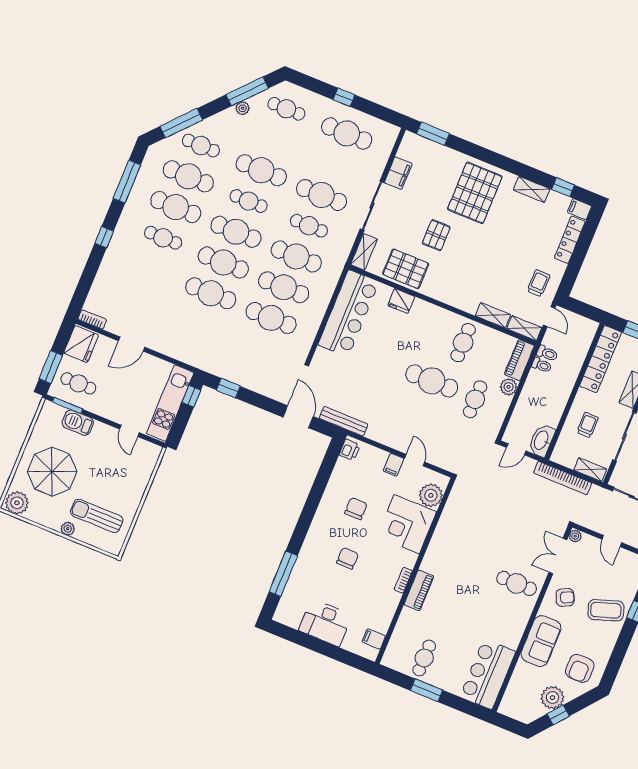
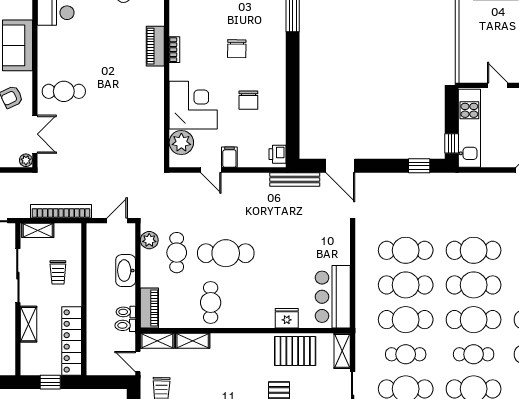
bar counter: (348, 313) -> (333, 297), width x0.73
plant: (509, 387) -> (149, 240), moved
washbasin: (542, 440) -> (126, 271), moved, turned 180

